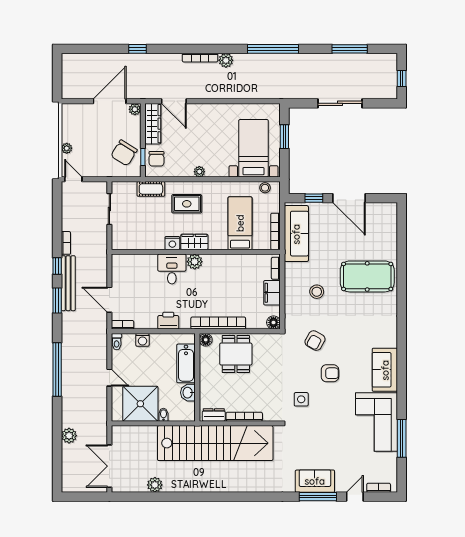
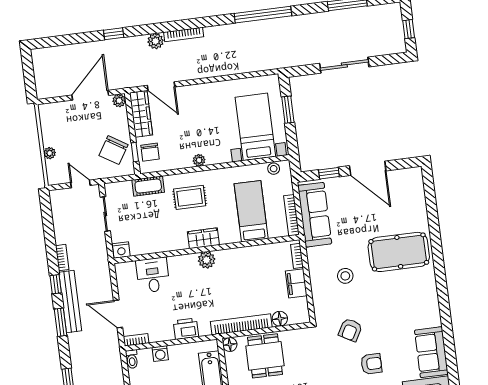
plant: (226, 60) -> (156, 41), moved
door: (73, 179) -> (80, 184), moved
nightstand: (172, 243) -> (121, 250), moved
desk: (172, 269) -> (153, 275), moved
floor lamp: (273, 322) -> (280, 319), moved

